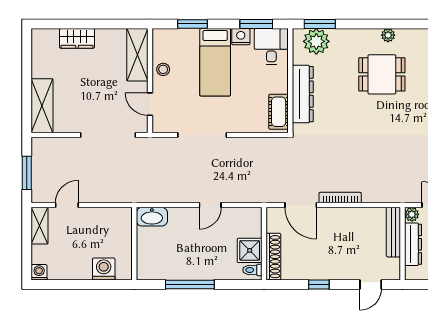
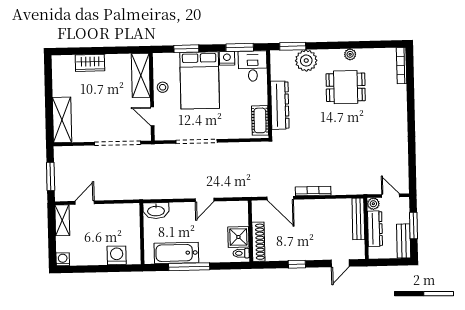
plant: (316, 41) -> (306, 61), moved
bed: (215, 62) -> (200, 80), width x1.50
bathtub: (175, 268) -> (176, 253), added

